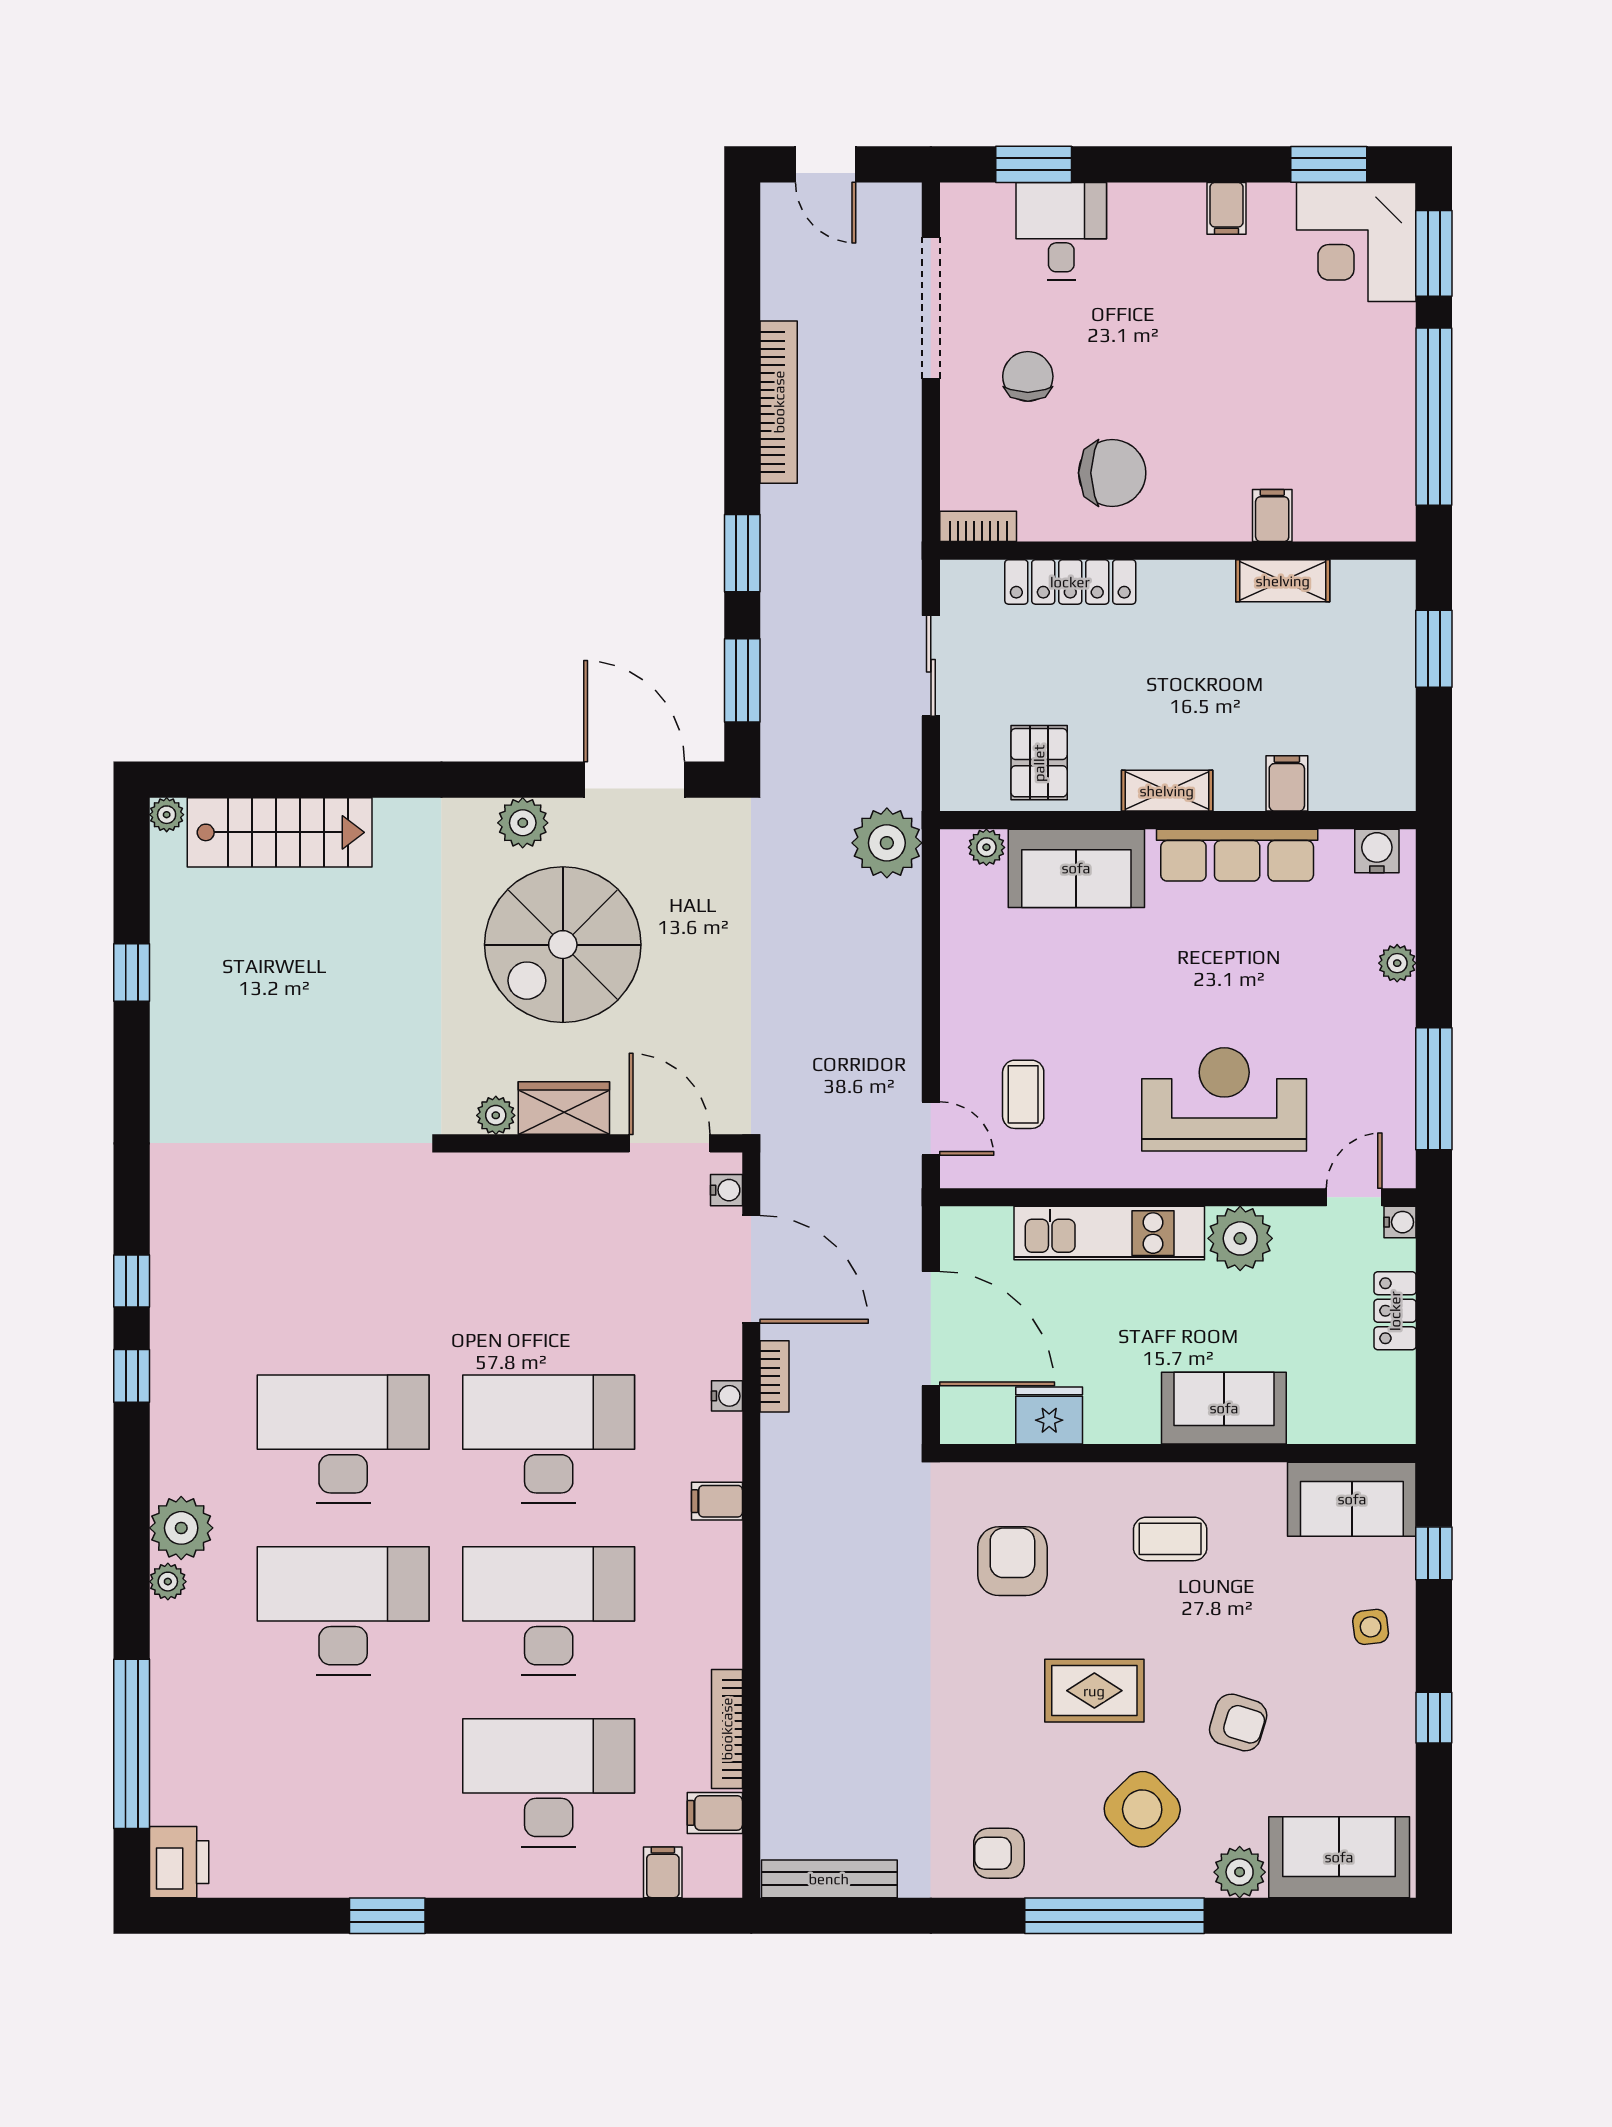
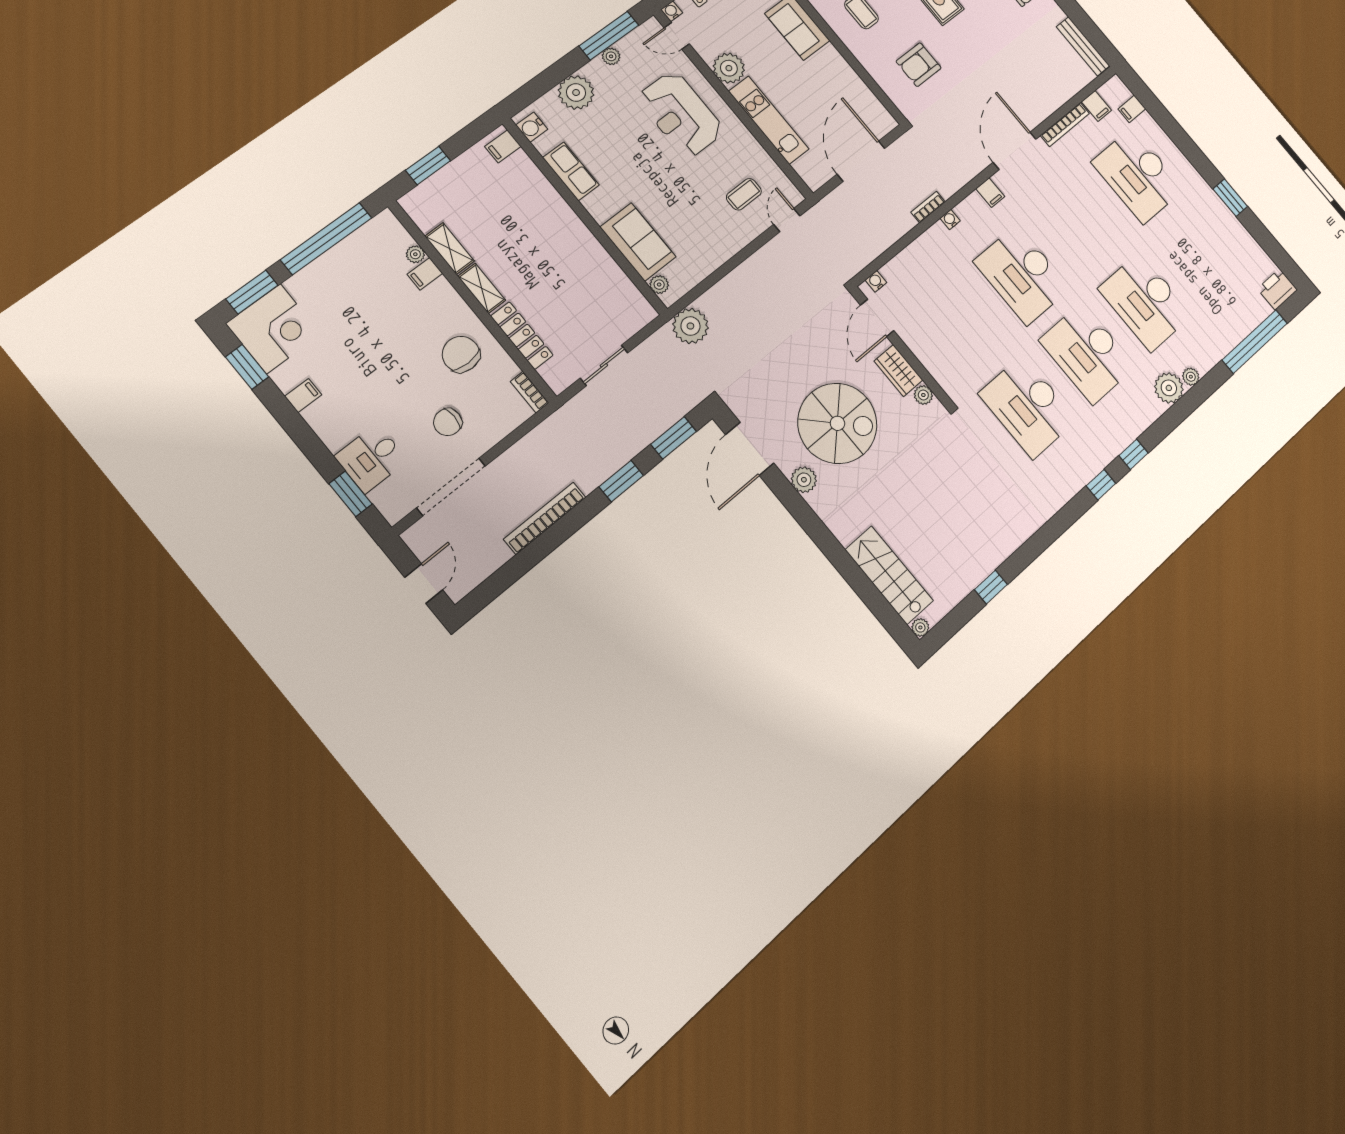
plant: (1312, 525) -> (415, 254), added
pallet: (1039, 763) -> (607, 290), removed
filing cabinet: (1287, 783) -> (503, 146), moved
shelving: (1167, 791) -> (482, 288), moved
row of seats: (1237, 855) -> (571, 171), width x0.68
plant: (1397, 963) -> (576, 92), width x1.87, depth x1.87
plant: (1398, 1065) -> (611, 56), added
door: (751, 1269) -> (1015, 151), moved
fridge: (1049, 1416) -> (855, 91), removed
desk: (549, 1611) -> (1028, 407), moved

